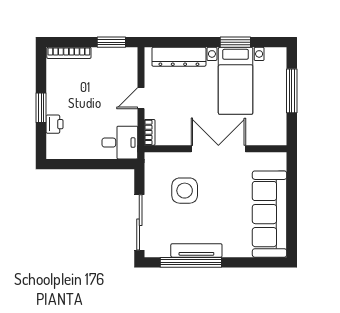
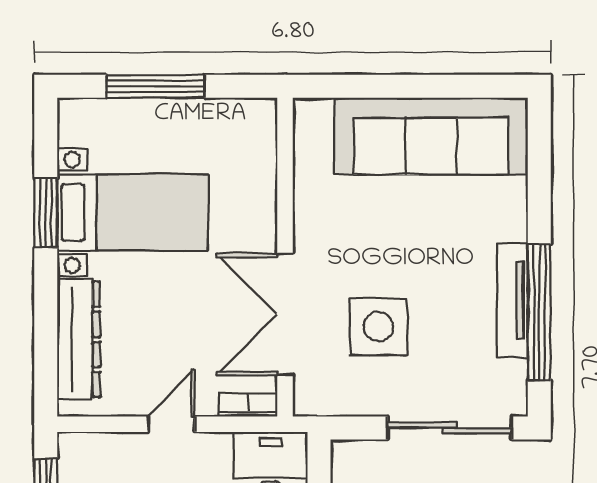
door: (141, 98) -> (171, 424), swing flipped
double door: (218, 149) -> (285, 314), moved

